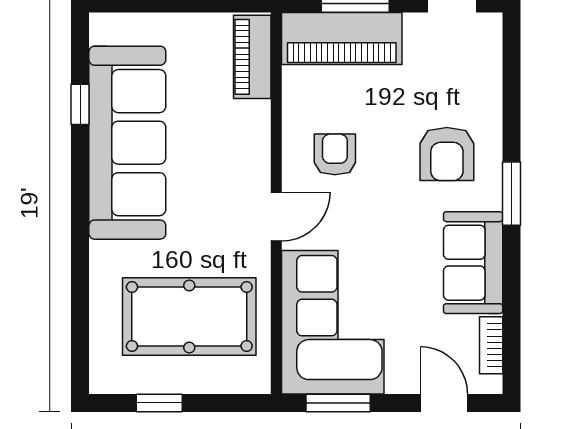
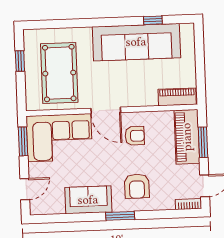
armchair: (447, 154) -> (137, 186), turned -90
door: (276, 217) -> (106, 110), width x1.38
bookcase: (491, 345) -> (188, 204), moved

